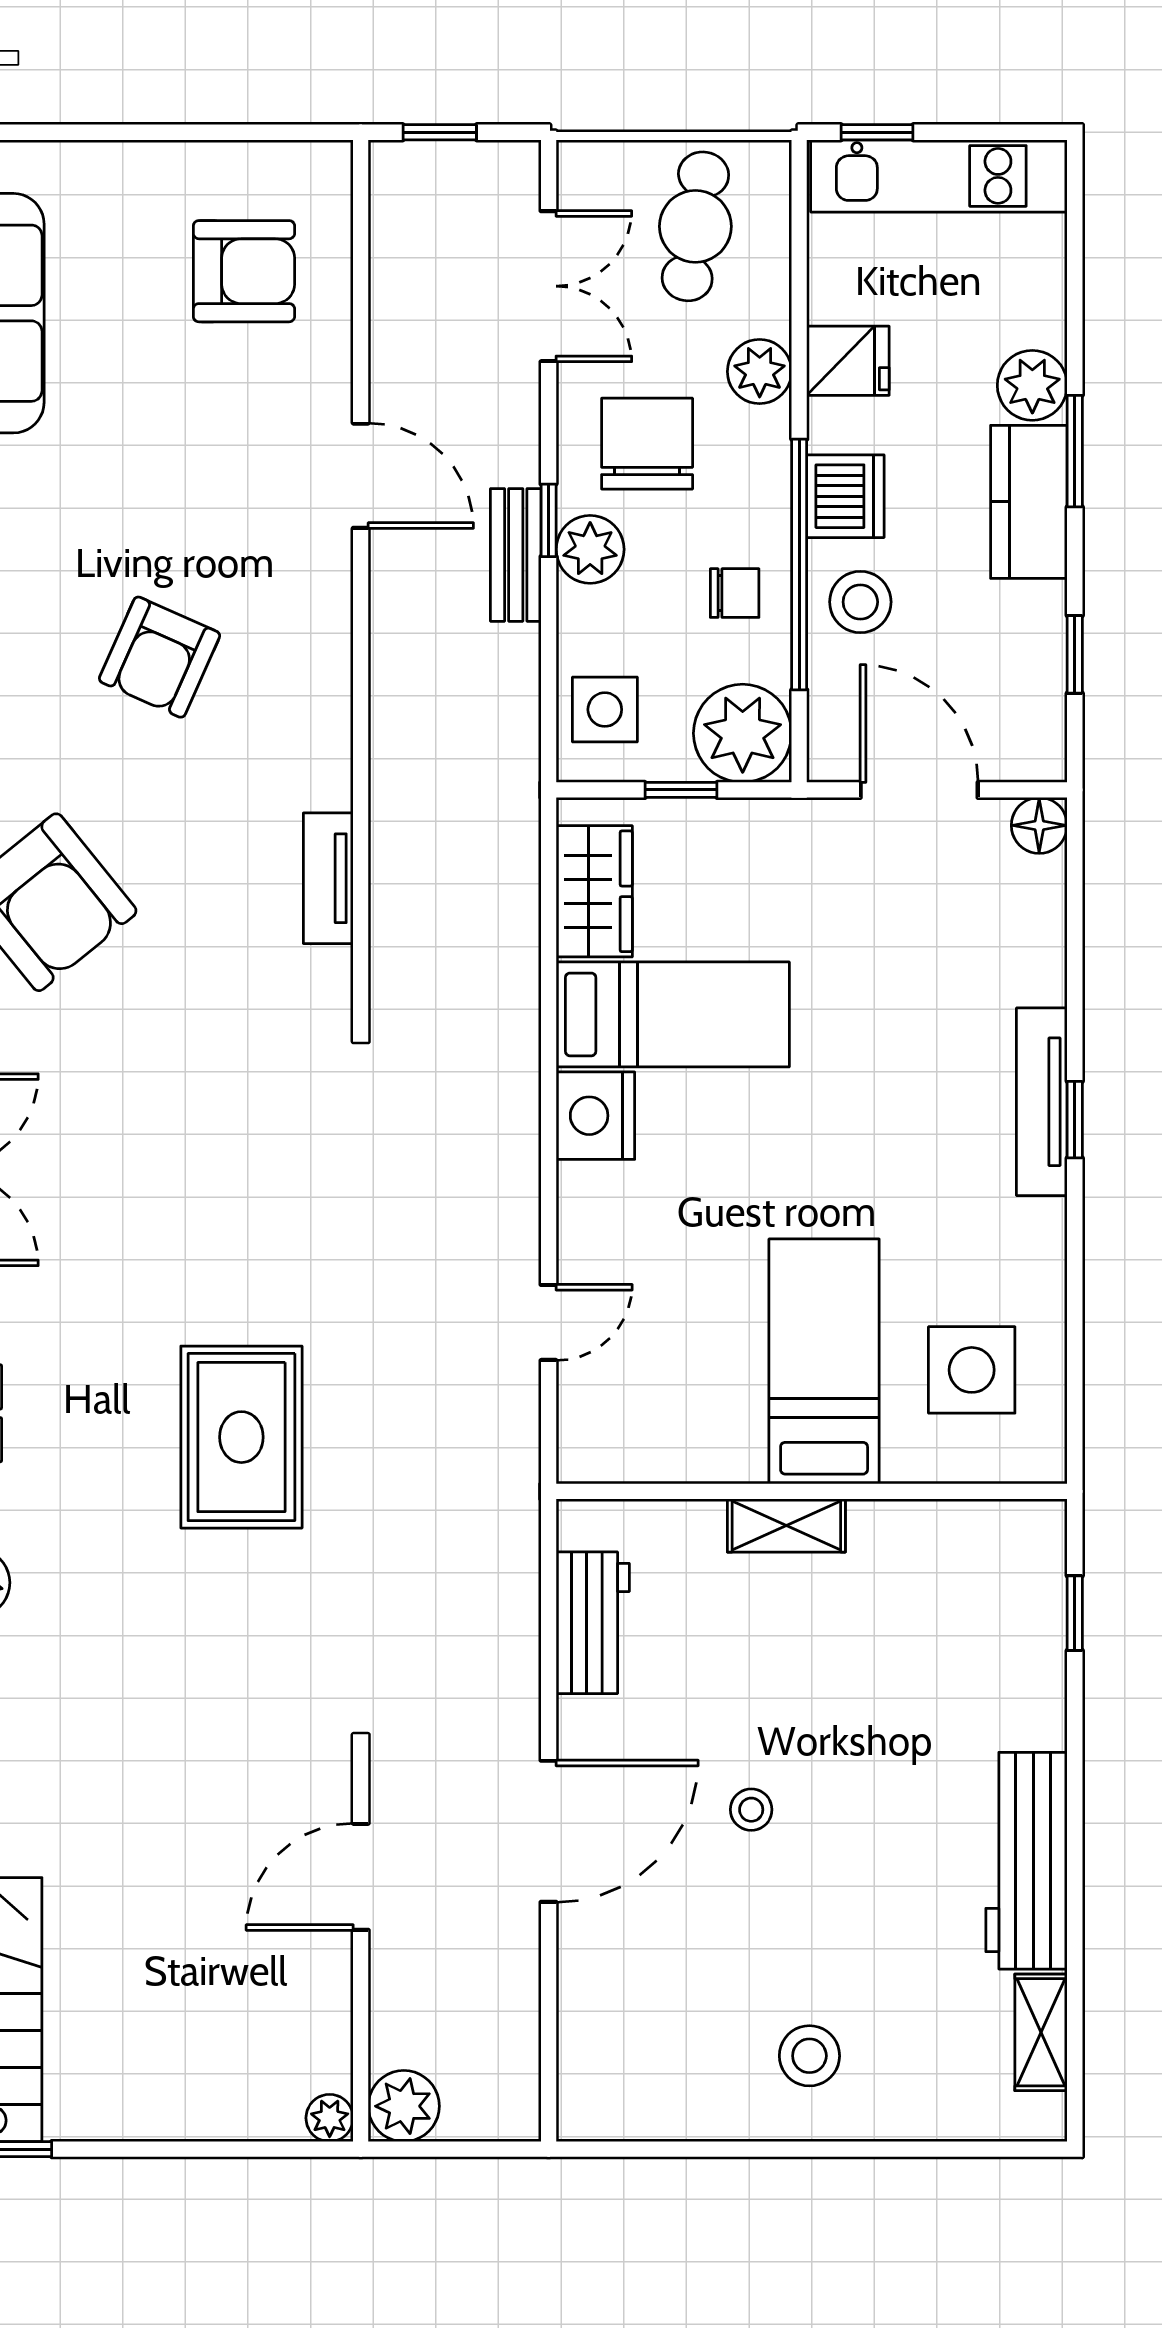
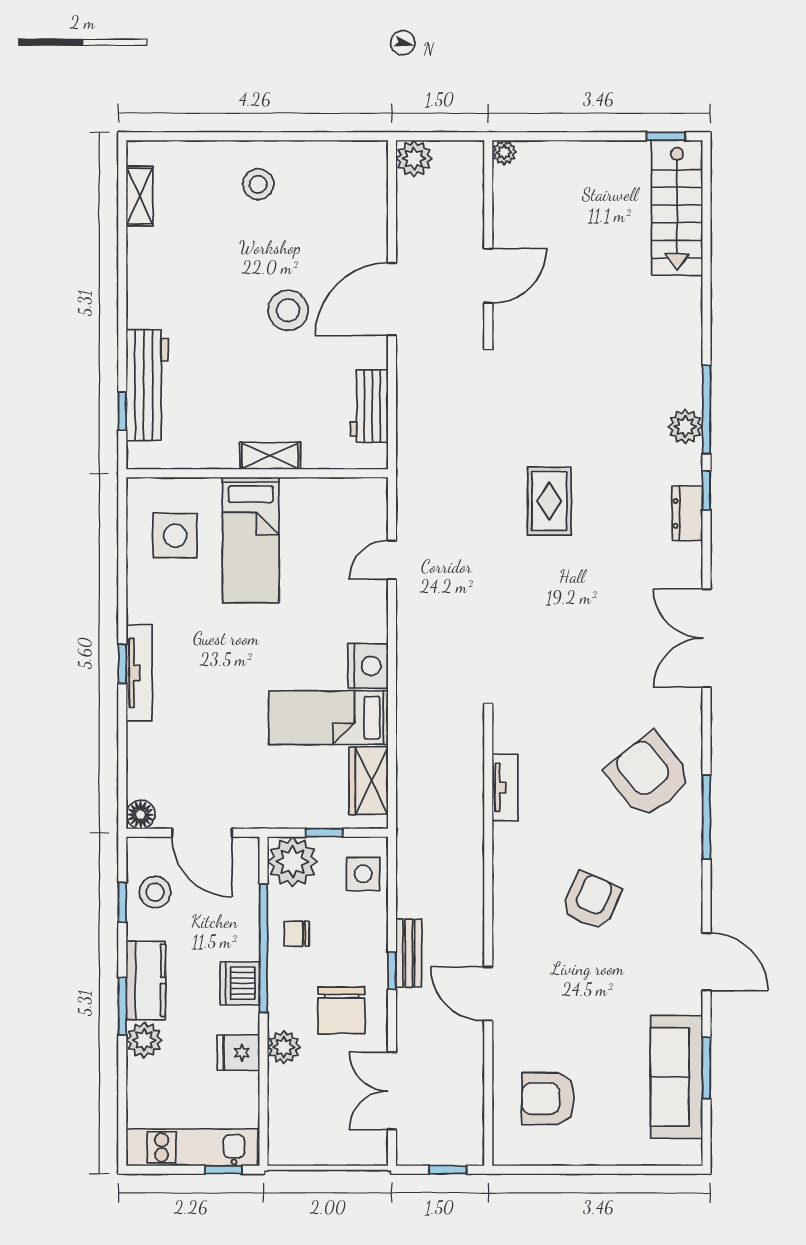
cafe table: (695, 226) -> (317, 1122), removed
plant: (590, 549) -> (371, 956), removed
stool: (860, 602) -> (155, 892), moved
rug: (241, 1437) -> (549, 501), width x0.73, depth x0.70
stool: (751, 1810) -> (288, 310), width x1.89, depth x1.89
workbench: (1027, 1861) -> (147, 385), moved
plant: (404, 2106) -> (414, 158), moved

